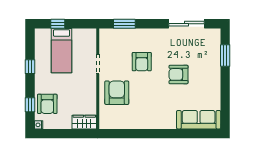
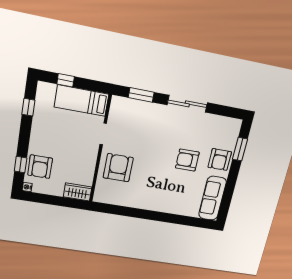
sliding door: (187, 24) -> (187, 104), moved
bed: (62, 51) -> (82, 101), moved, turned 90
armchair: (142, 62) -> (220, 160), moved
window: (30, 67) -> (28, 107), moved
sofa: (199, 120) -> (213, 198), moved, turned -90

